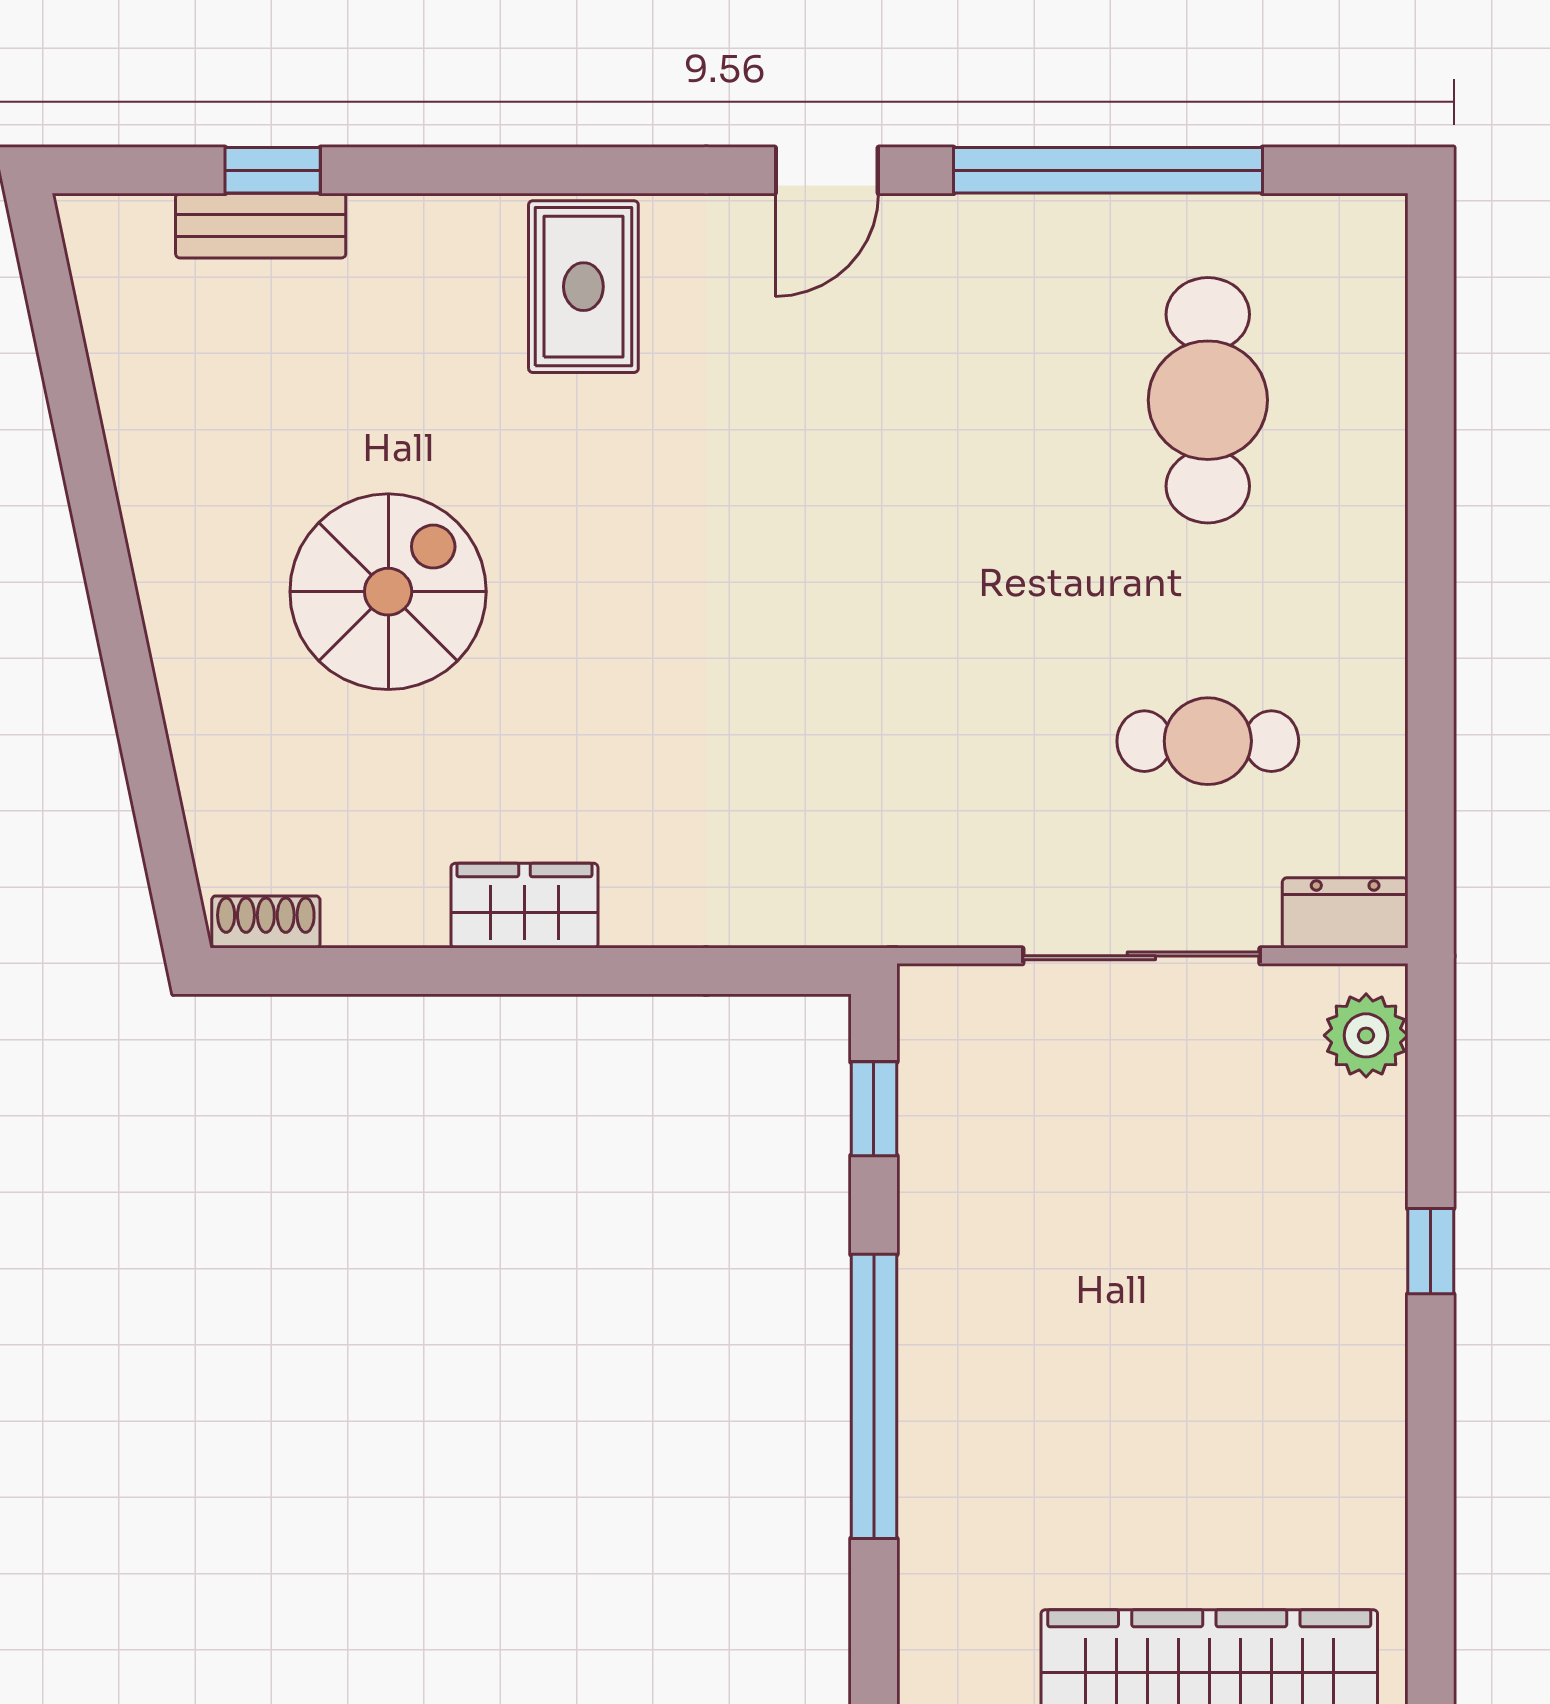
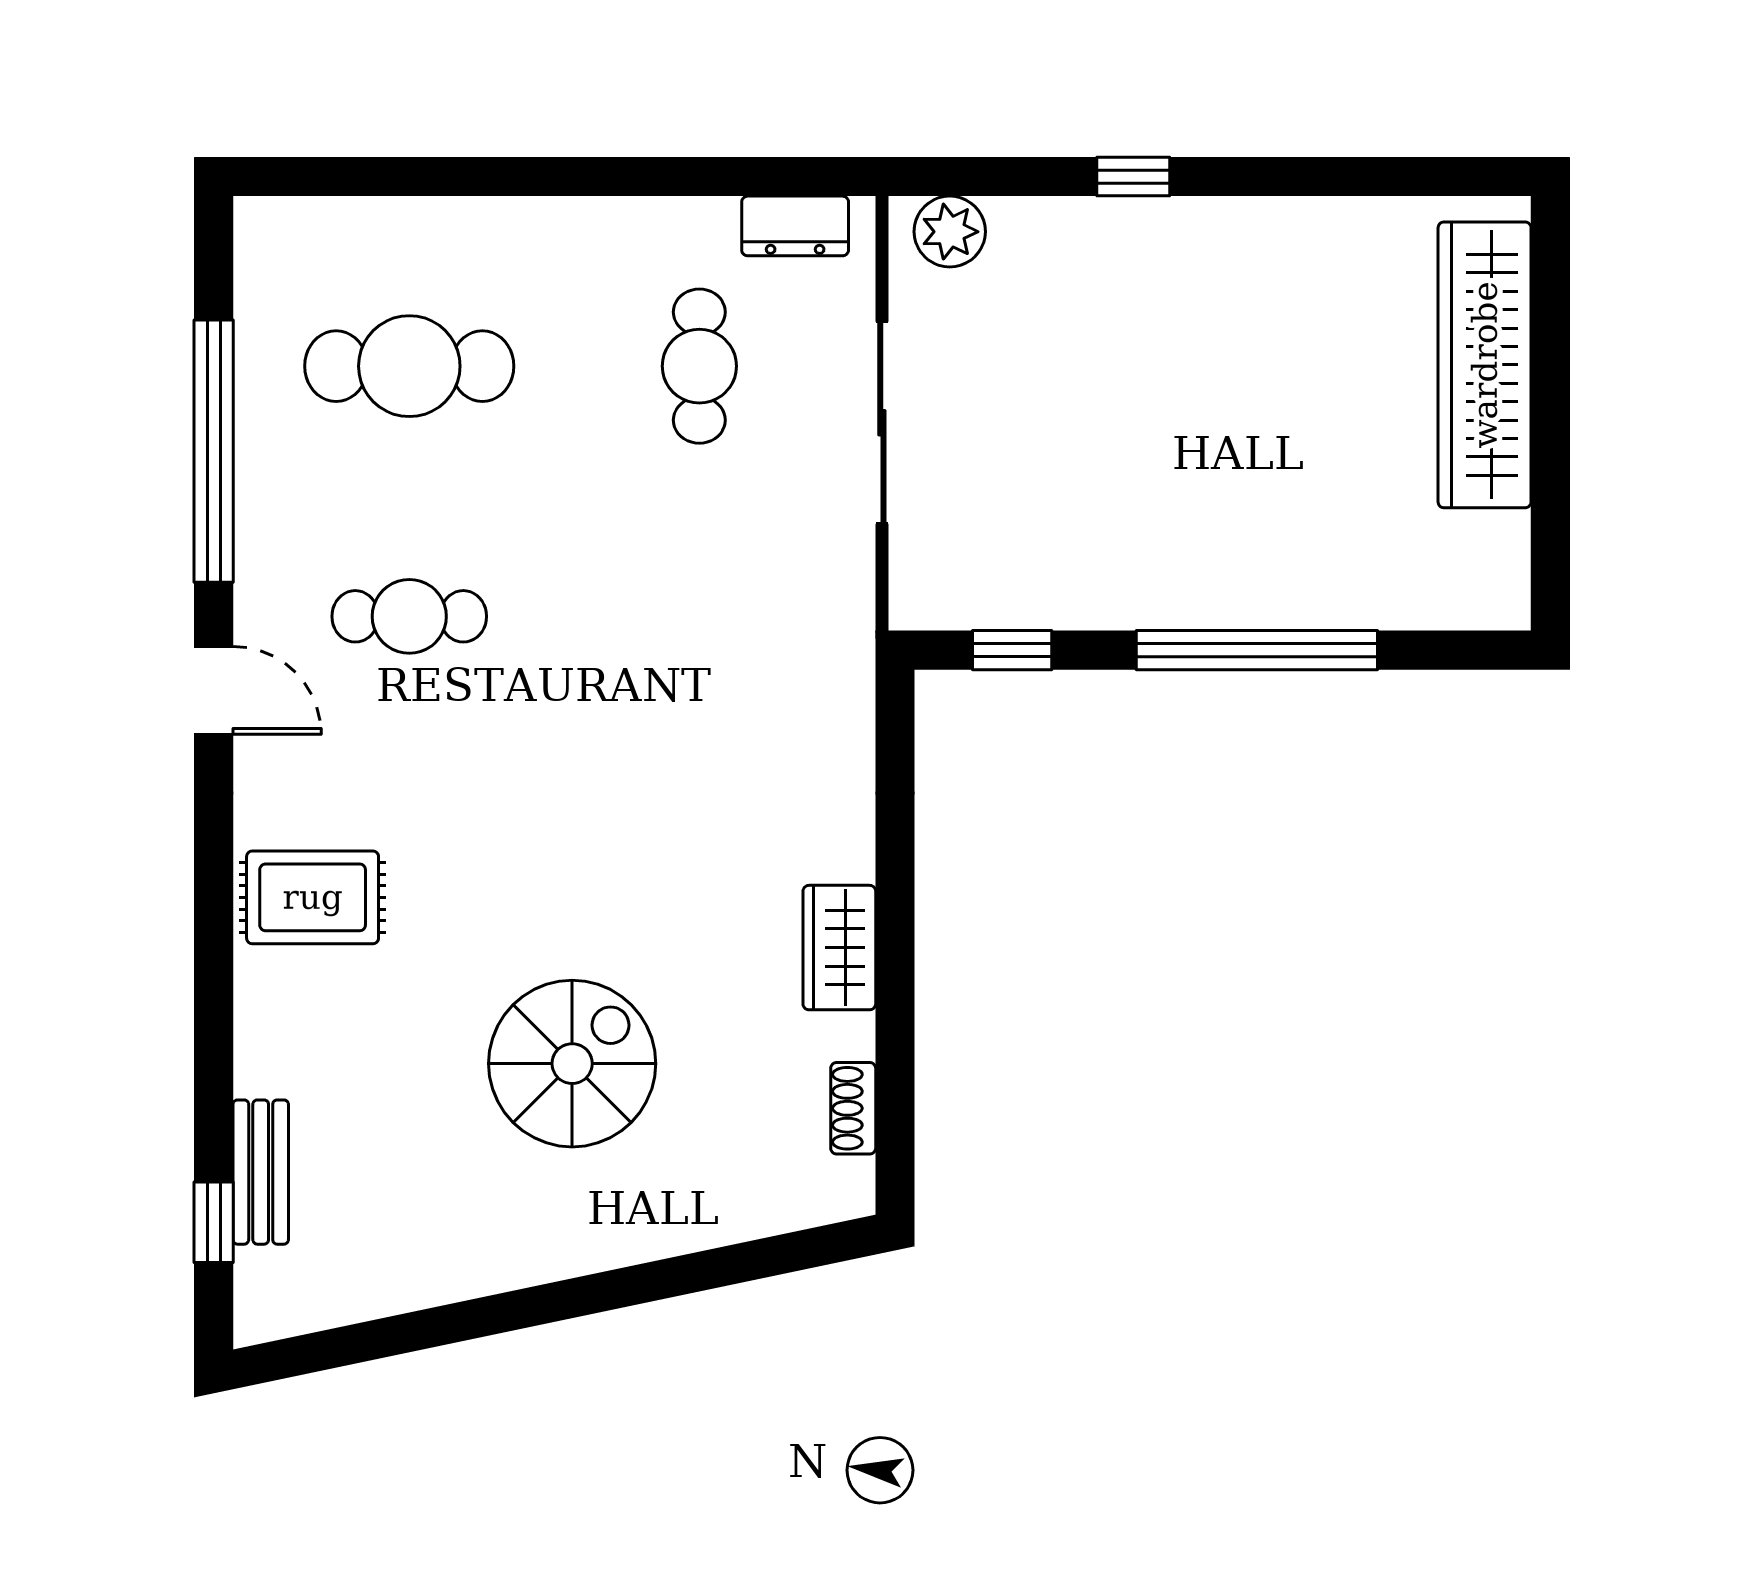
window: (273, 170) -> (214, 1222), moved
cafe table: (914, 400) -> (409, 616), added
spiral stairs: (388, 592) -> (572, 1064), turned 90
dresser: (1345, 913) -> (795, 226), moved, turned -90
shoe rack: (266, 922) -> (853, 1108), moved

